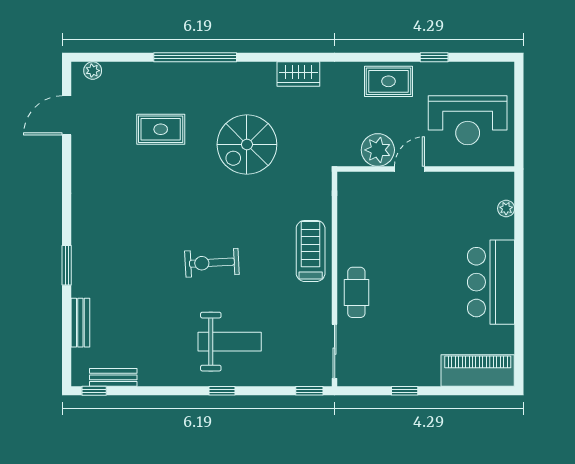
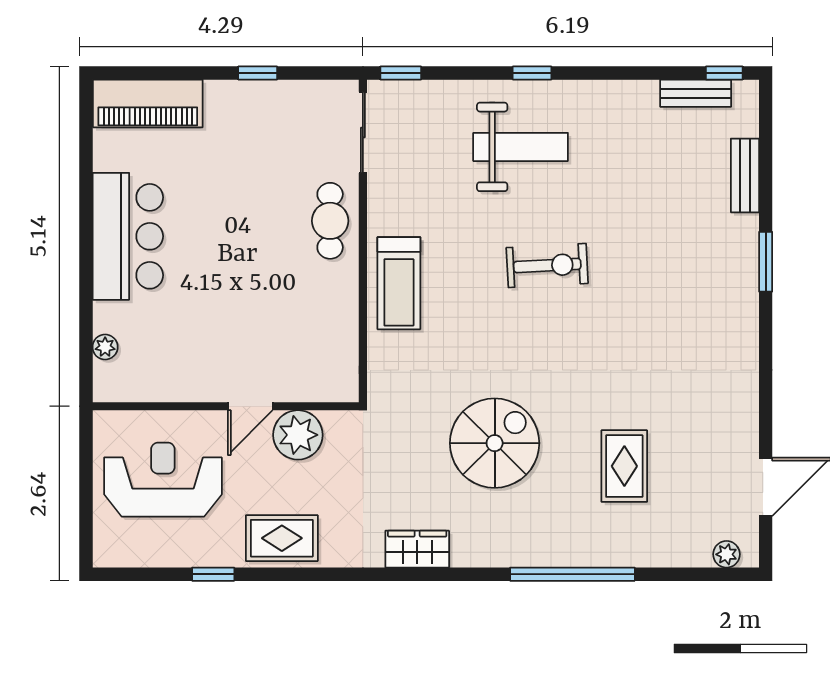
rug: (161, 129) -> (624, 466), turned 90
weight bench: (230, 342) -> (521, 147), turned 180

